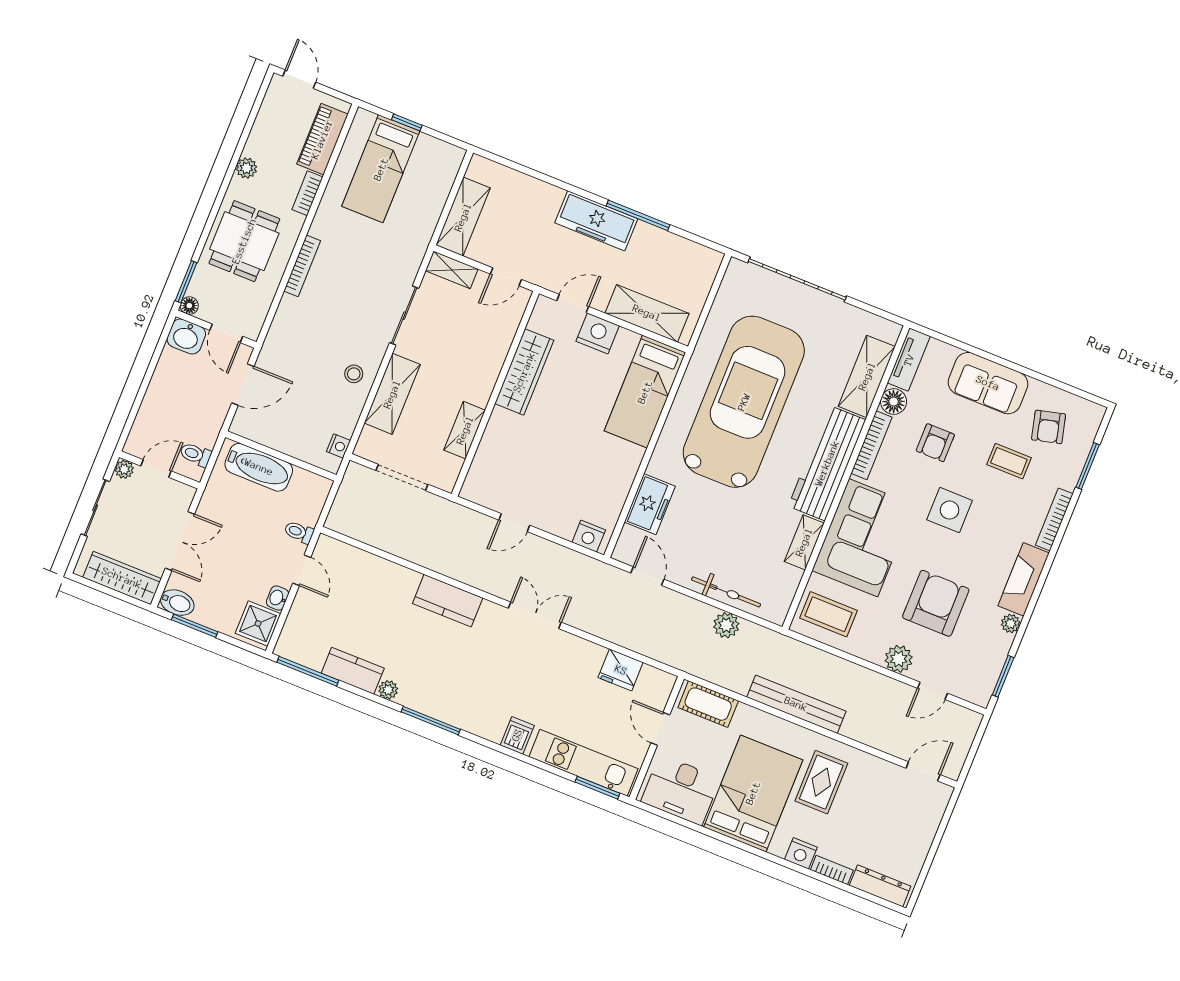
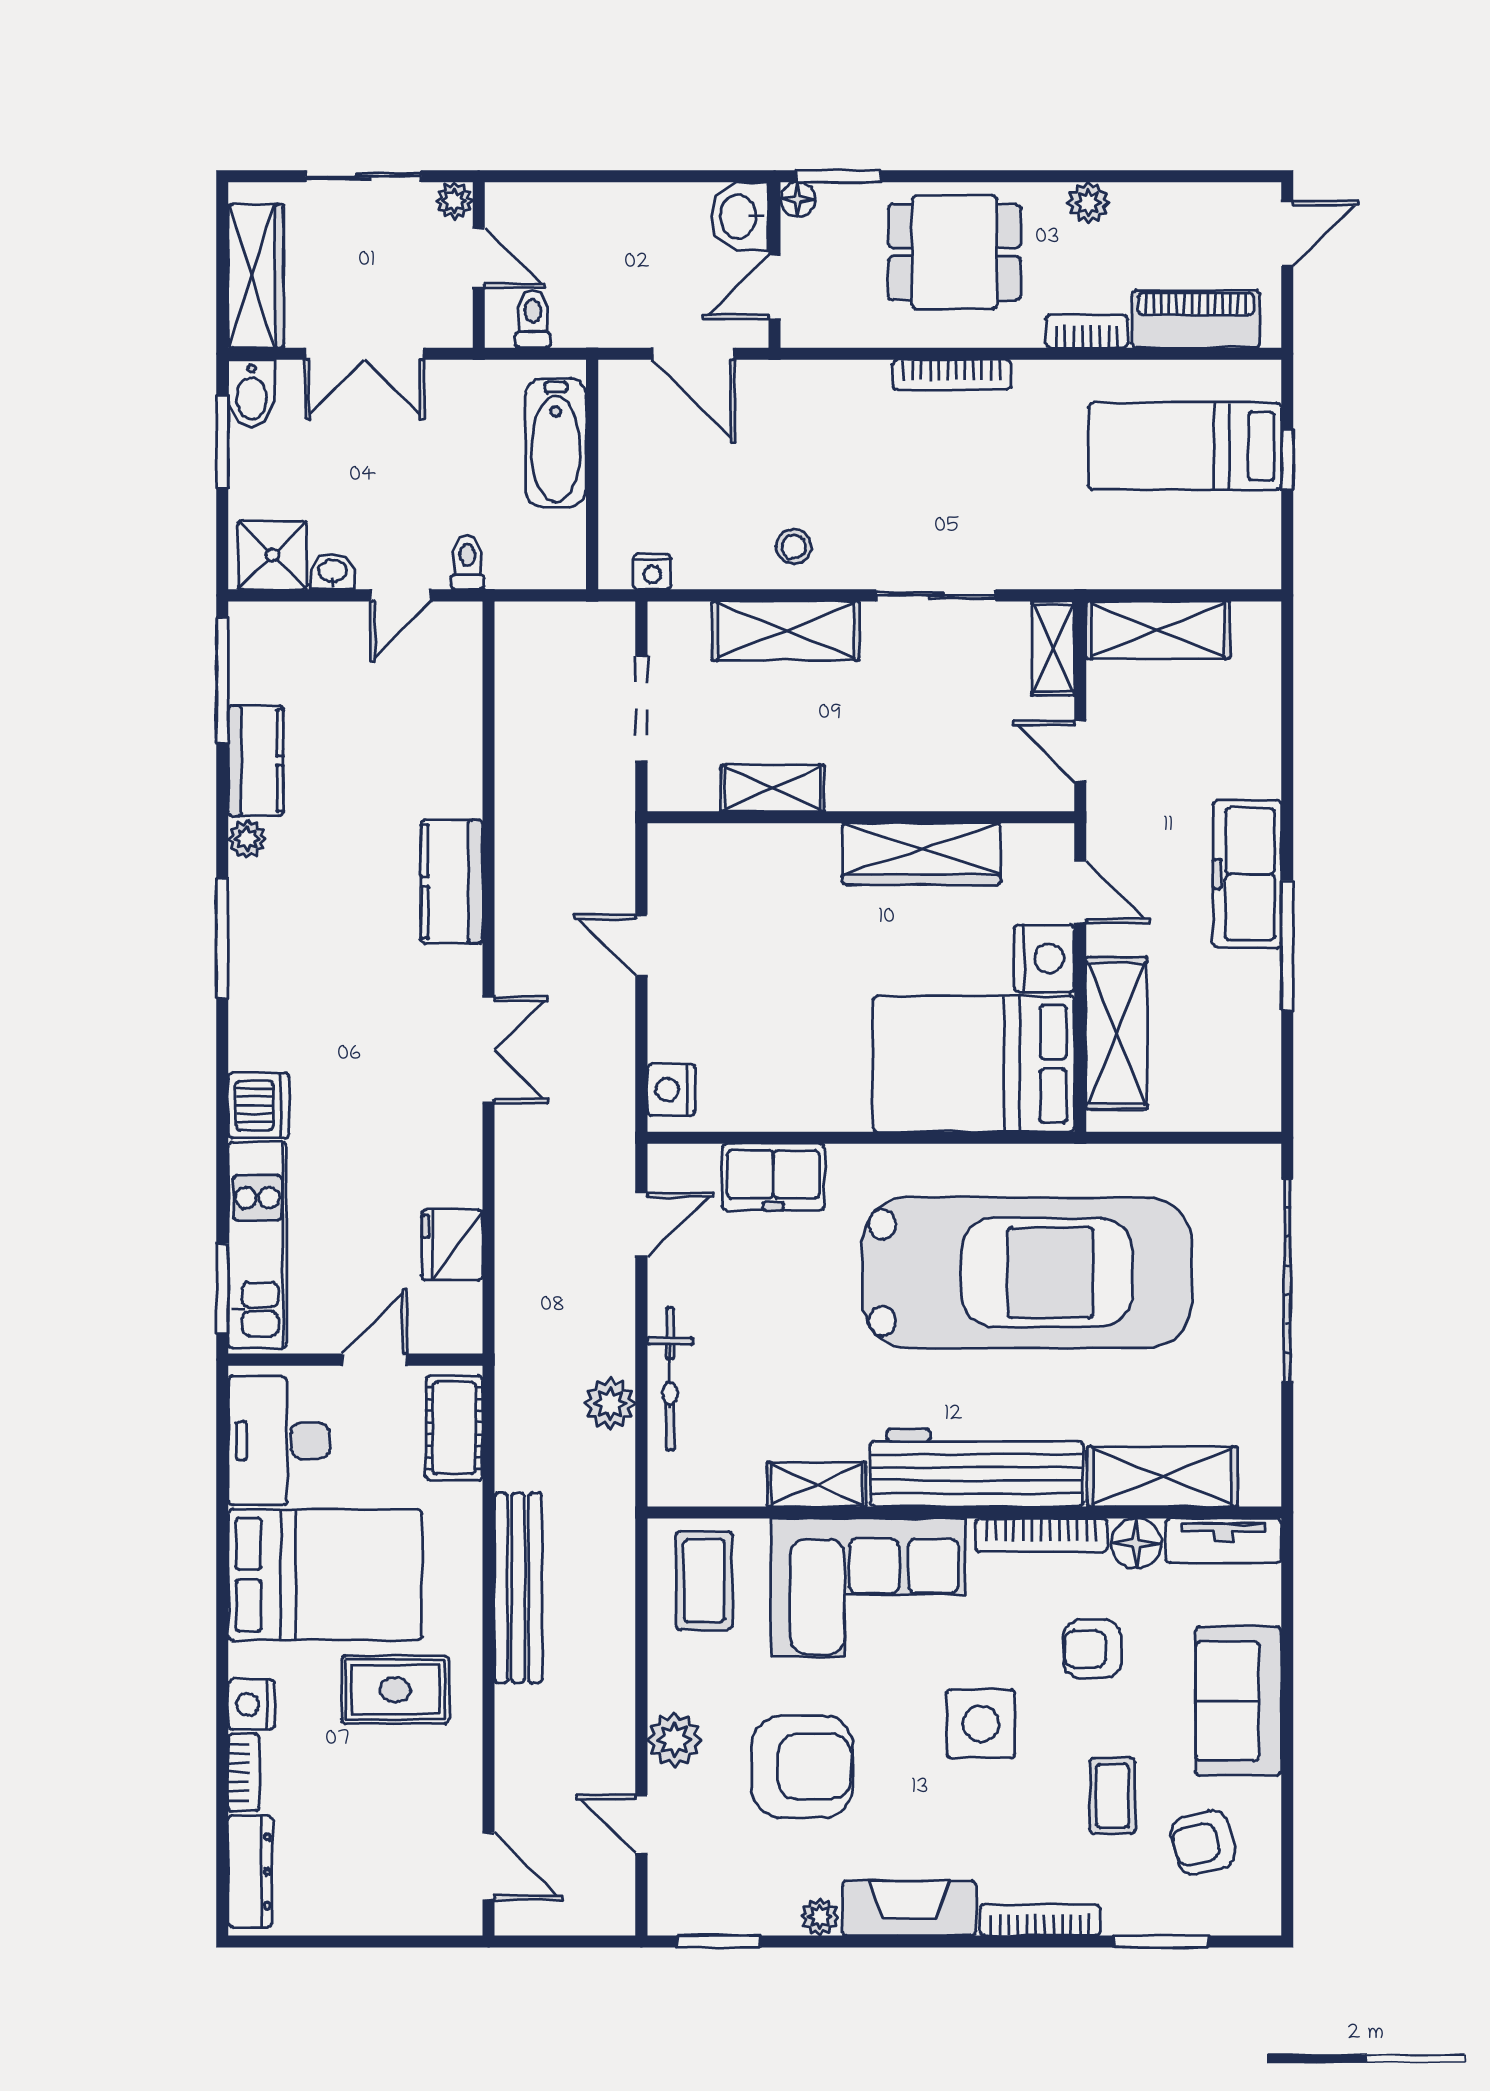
bed: (645, 392) -> (974, 1064), width x1.50
dishwasher: (517, 735) -> (259, 1105), width x1.38

